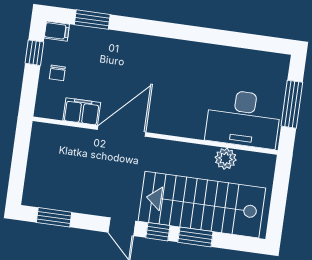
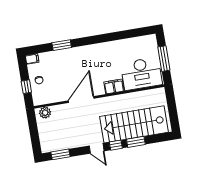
window: (92, 20) -> (62, 45), moved
window: (34, 53) -> (26, 87), moved
filing cabinet: (82, 111) -> (114, 86), moved
plant: (226, 159) -> (45, 113), moved

